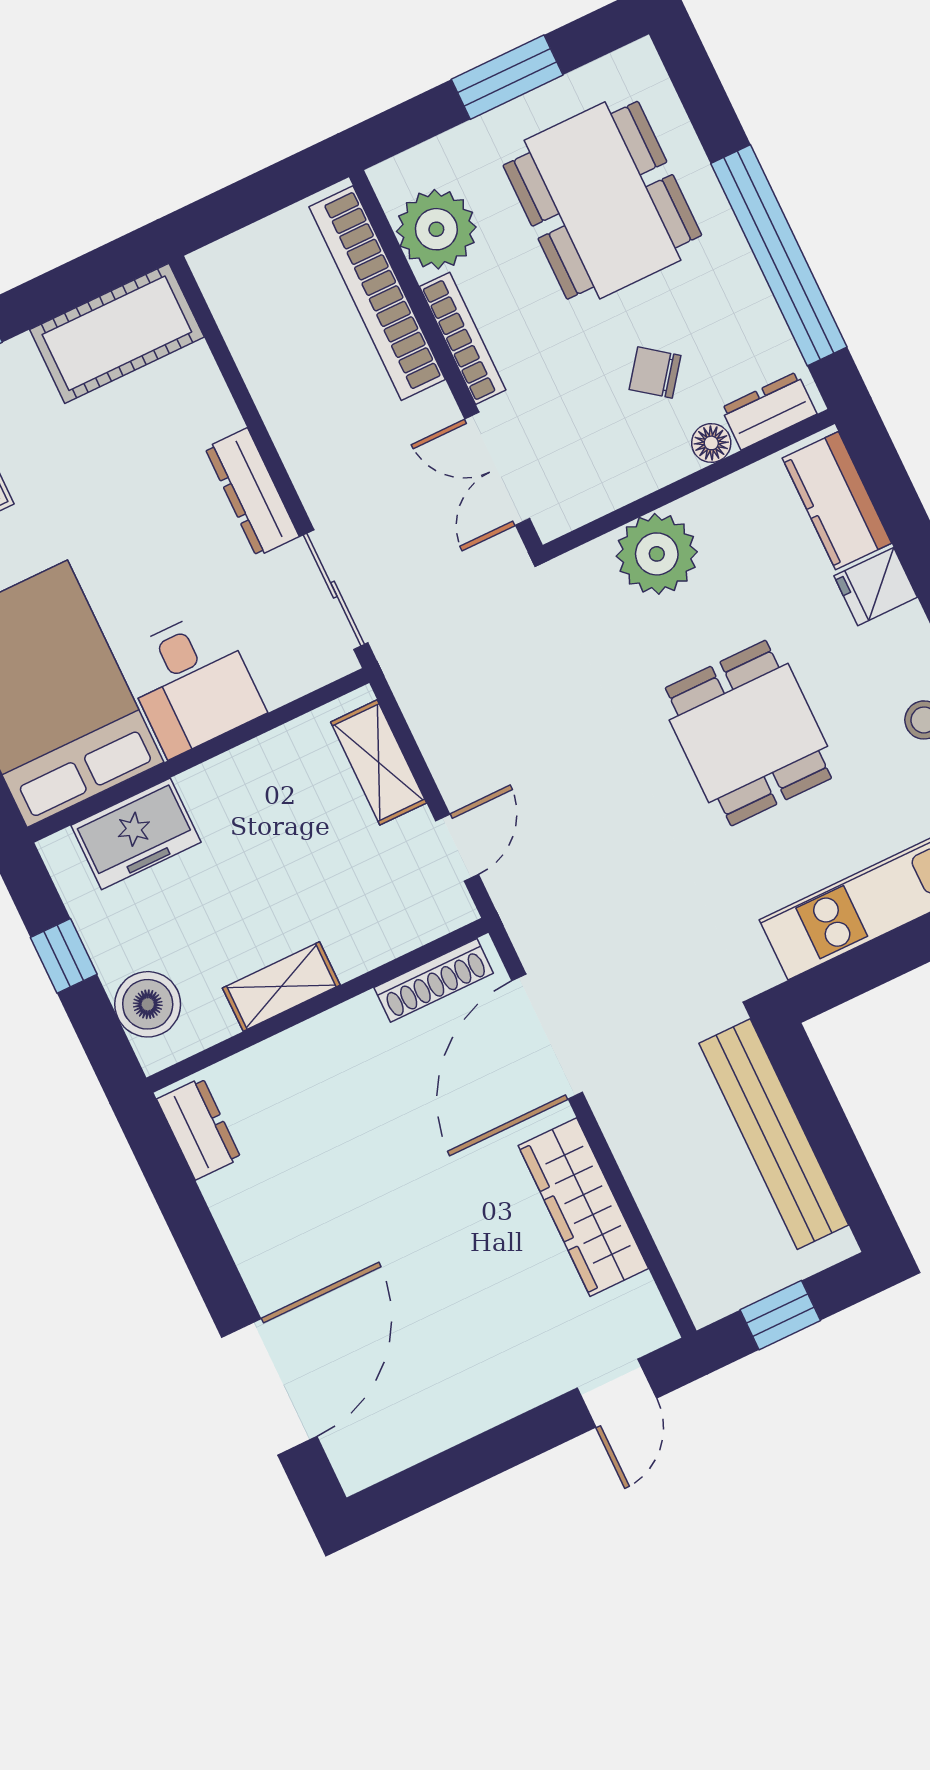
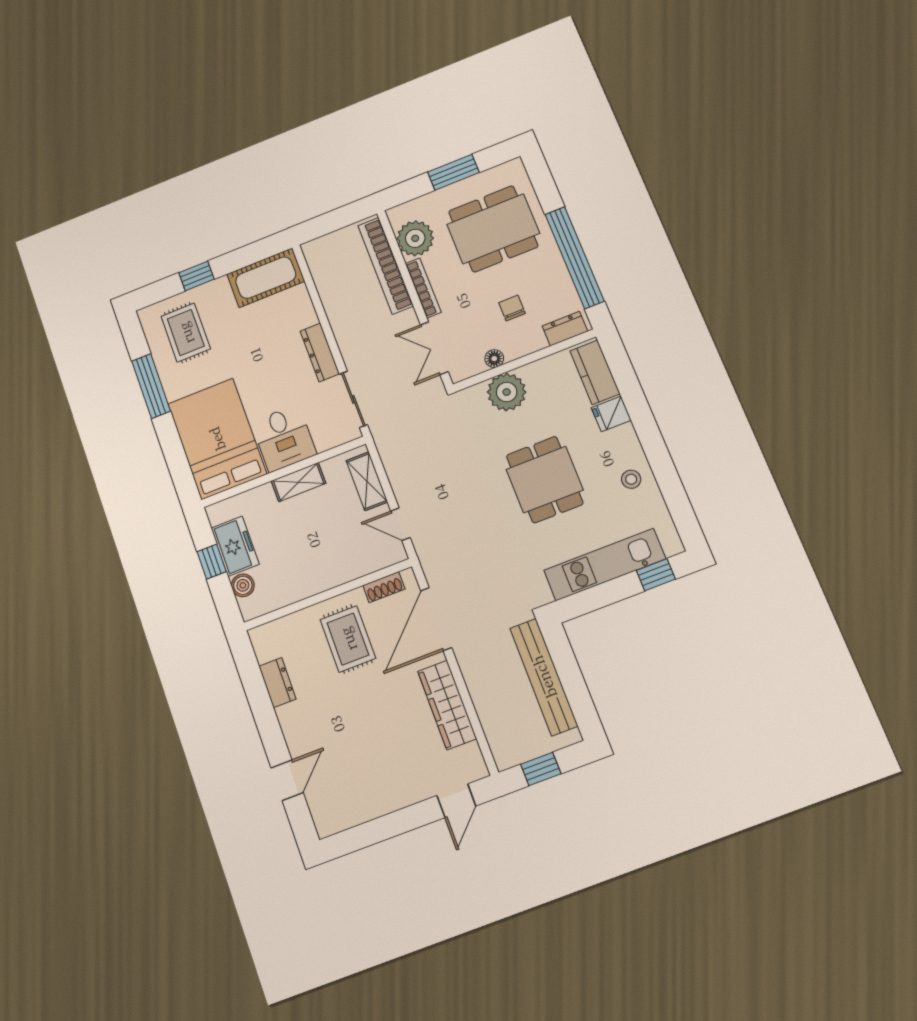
dining table: (602, 200) -> (493, 229), turned 90
chair: (655, 372) -> (512, 308), turned 53
floor lamp: (711, 443) -> (494, 359), moved
freezer: (136, 834) -> (235, 546), moved, turned -90
door: (457, 848) -> (400, 524), swing flipped
shoe rack: (434, 980) -> (384, 587), width x0.70
shelving: (281, 986) -> (298, 482), moved
boiler: (148, 1004) -> (243, 585), width x0.73, depth x0.73
rug: (368, 1092) -> (348, 639), added
dresser: (199, 1129) -> (277, 683), moved
door: (269, 1387) -> (287, 780), width x0.53

